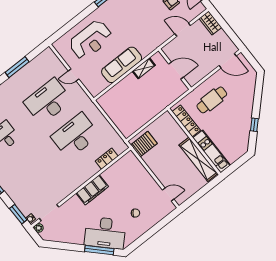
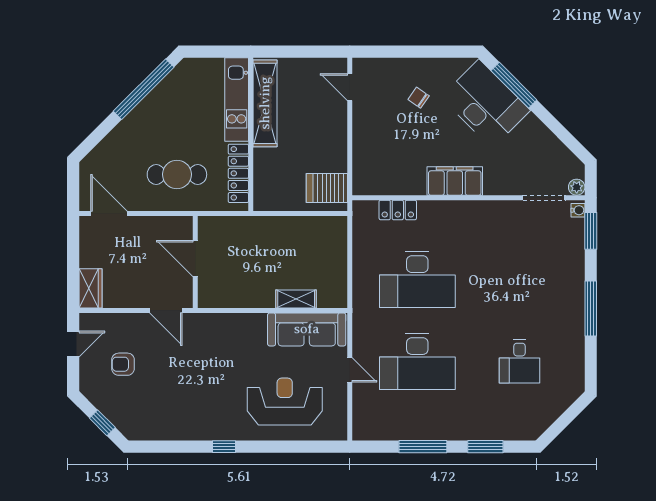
door: (183, 30) -> (166, 310), moved
sofa: (122, 65) -> (307, 329), moved
shelving: (144, 68) -> (296, 299), moved
window: (254, 125) -> (144, 89), width x3.17

